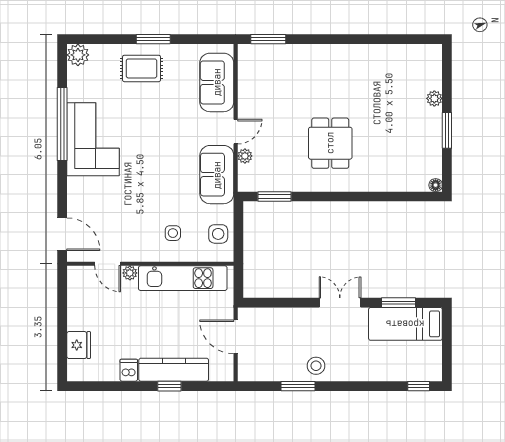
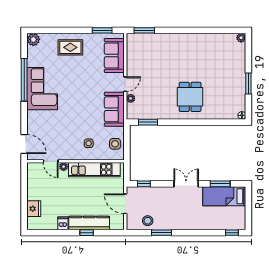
window: (153, 39) -> (102, 30), moved
plant: (434, 98) -> (241, 38), moved
dining table: (330, 143) -> (190, 97), moved
window: (268, 303) -> (144, 184), added
stool: (316, 366) -> (148, 221), moved

